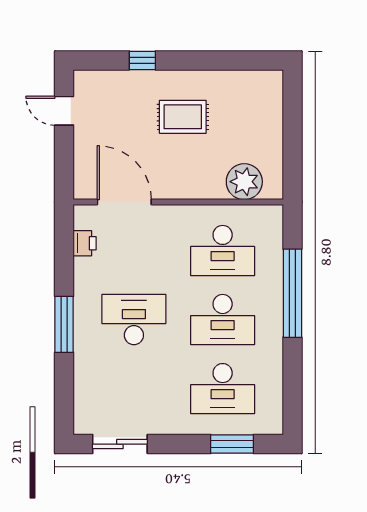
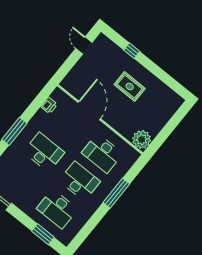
plant: (244, 182) -> (142, 139), moved
door: (124, 202) -> (89, 110), moved
window: (292, 293) -> (116, 193), width x0.68
desk: (223, 320) -> (80, 181), turned 180

